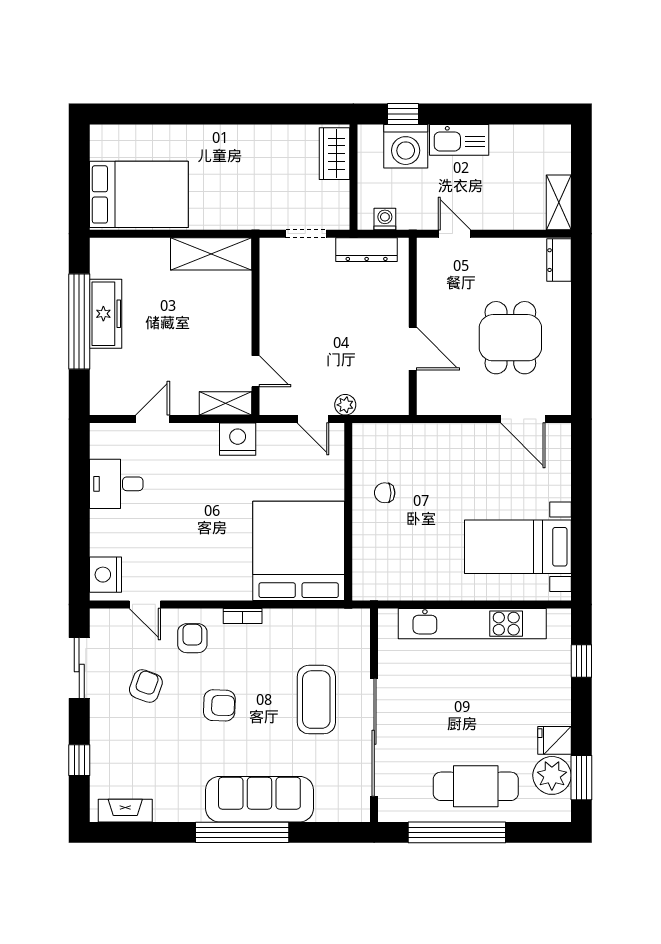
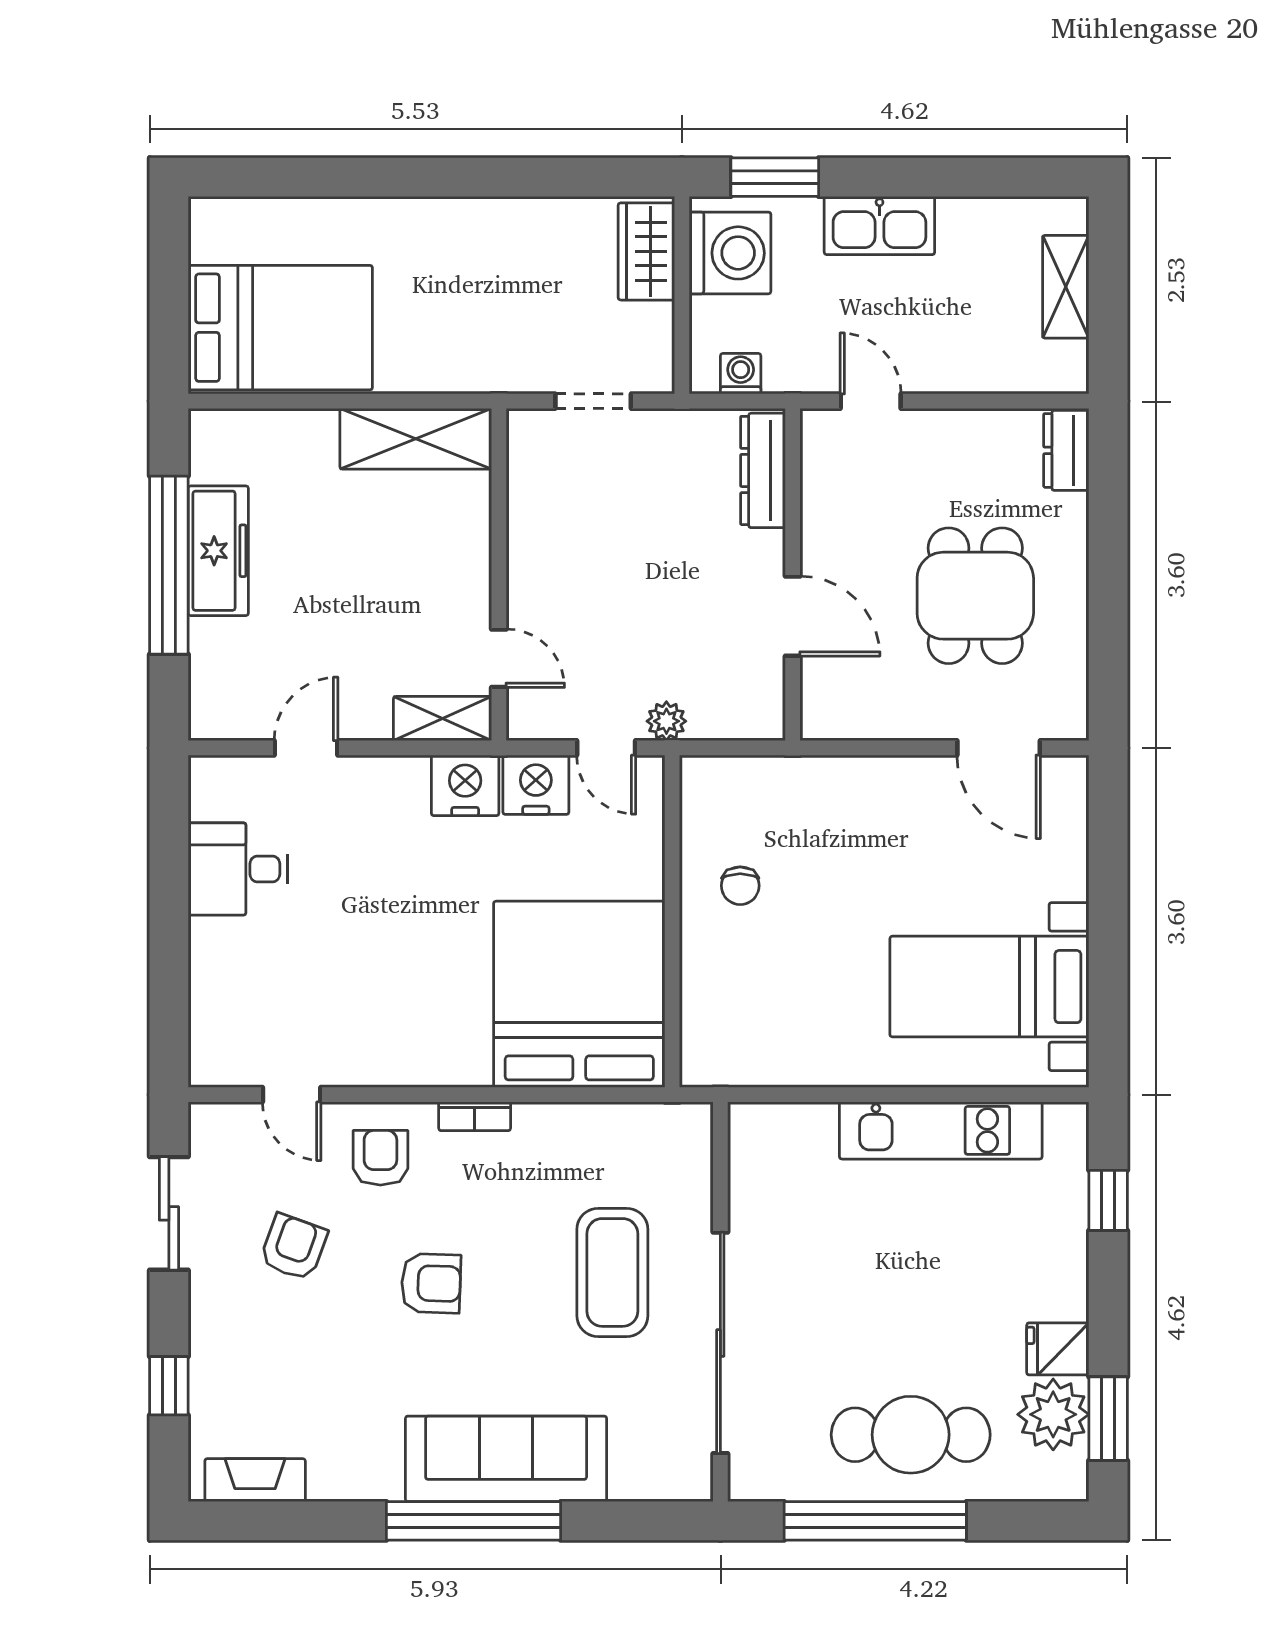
window: (403, 114) -> (775, 177), width x1.50
washing machine: (406, 146) -> (730, 253), moved, turned -90
shelving: (559, 202) -> (1066, 287), moved
dresser: (367, 250) -> (763, 470), moved, turned 90
chair: (385, 493) -> (740, 886), turned -90
nightstand: (105, 575) -> (536, 785), moved, turned 90
kitchen unit: (472, 624) -> (941, 1130), width x0.73

